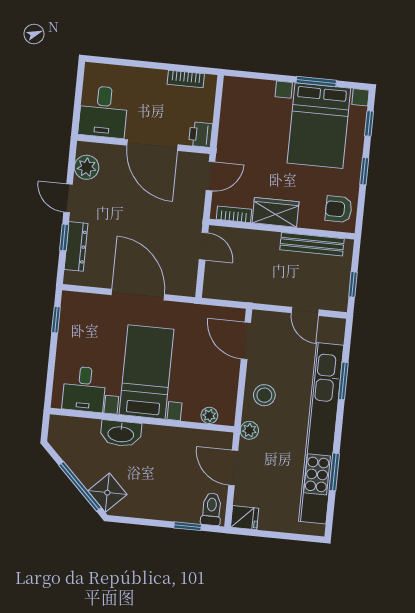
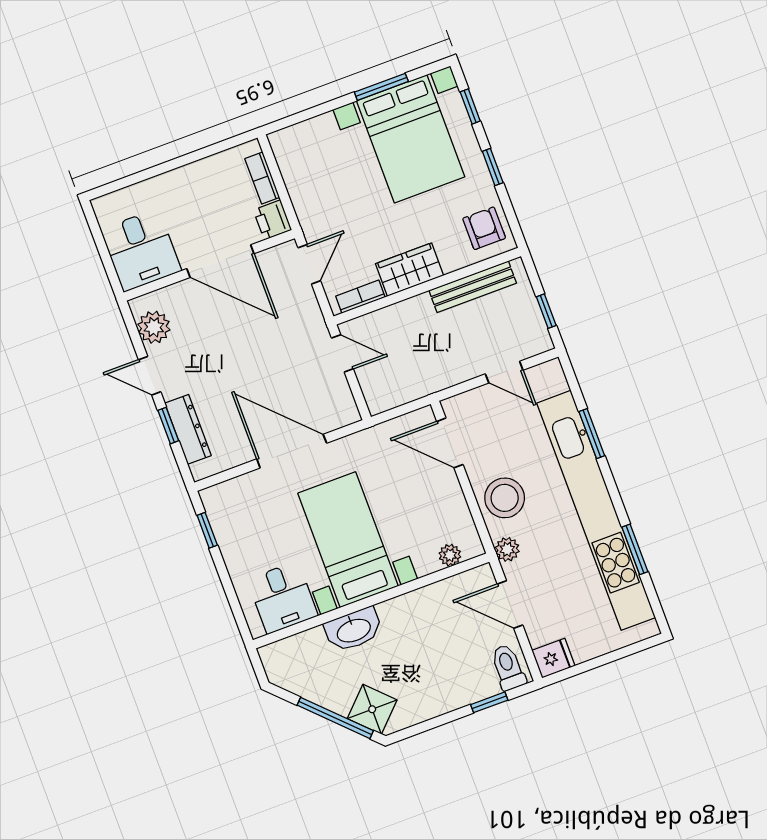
bookcase: (186, 79) -> (262, 178), moved, turned 90
armchair: (339, 209) -> (484, 228), turned 90
stool: (264, 395) -> (505, 498), width x1.38, depth x1.38

